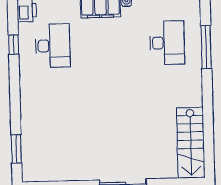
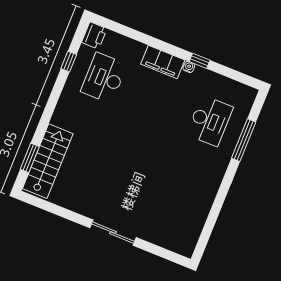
desk: (53, 46) -> (104, 78), turned 180
stairs: (191, 143) -> (48, 161), moved, turned 180

